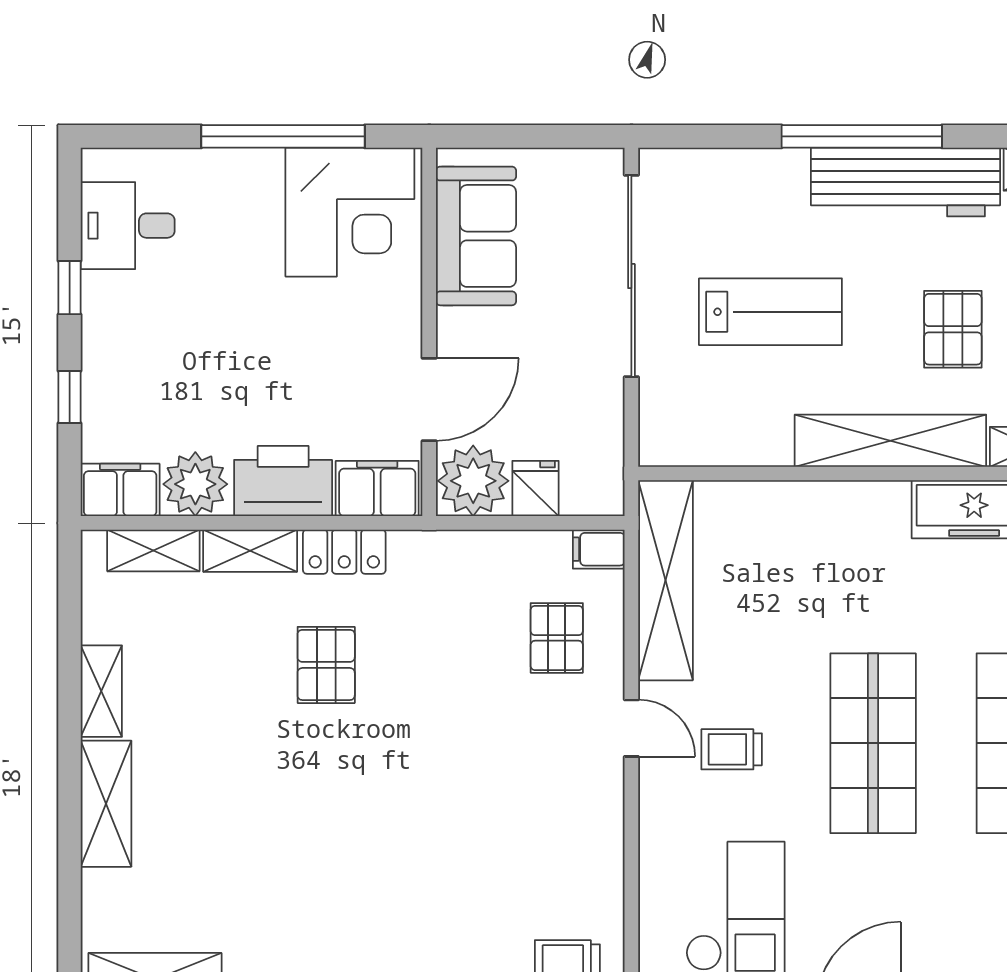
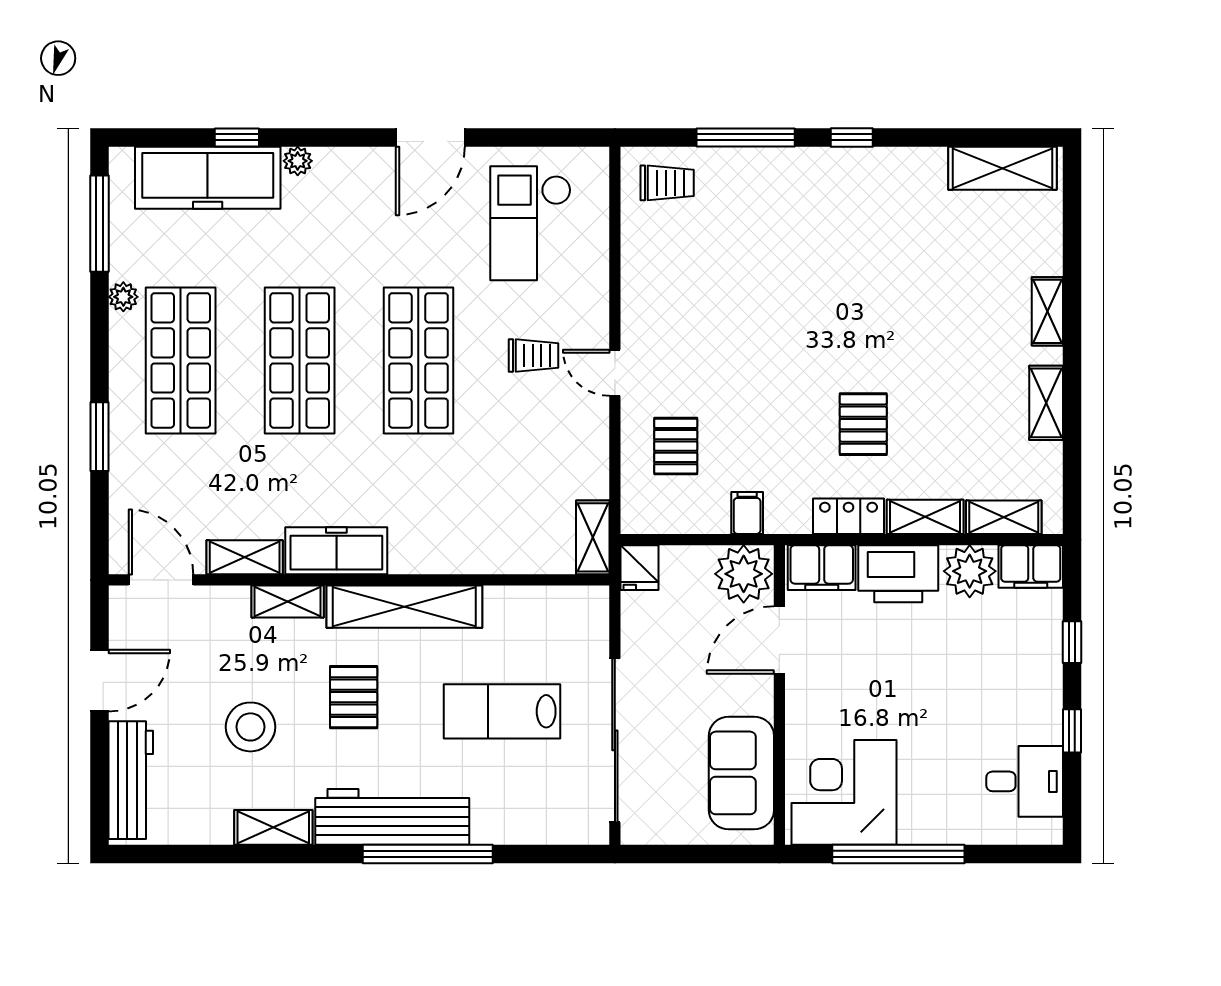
fridge: (535, 489) -> (640, 568), moved
filing cabinet: (599, 549) -> (747, 513), moved, turned -90
shelving: (665, 580) -> (593, 537), width x0.45, depth x0.75
shelving: (106, 804) -> (1047, 311), width x0.67, depth x0.75

